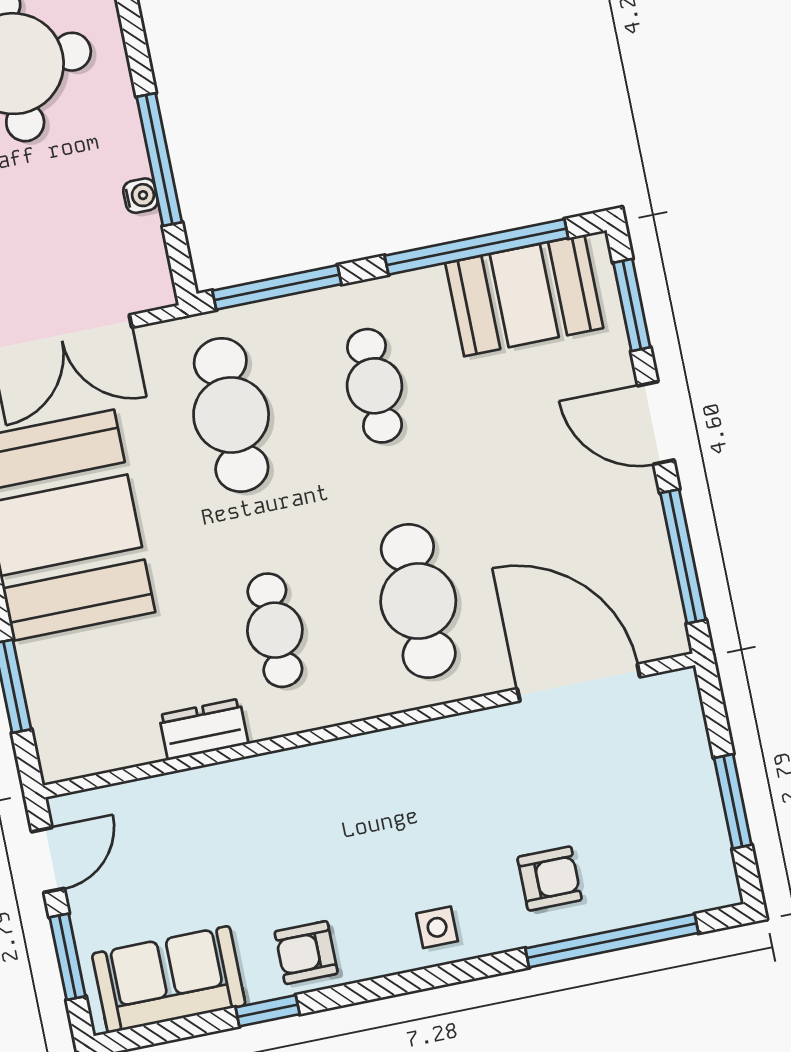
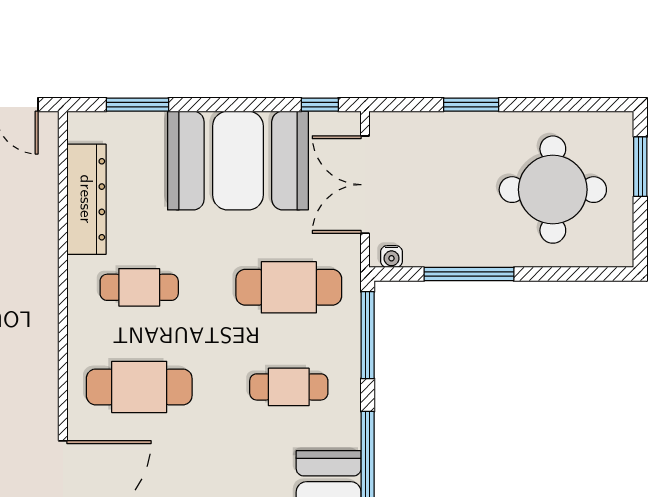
water cooler: (140, 196) -> (392, 257), moved
dresser: (204, 729) -> (86, 199), width x1.96, depth x1.24

